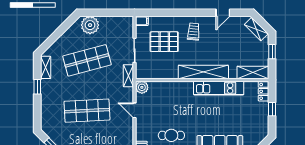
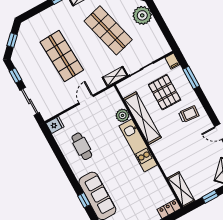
window: (164, 13) -> (191, 78), added
shelving: (203, 72) -> (142, 118), moved
plant: (142, 87) -> (122, 115), moved
kitchen unit: (219, 88) -> (138, 145), moved

